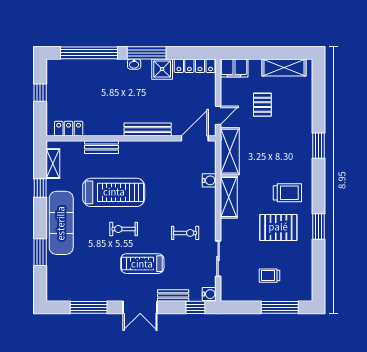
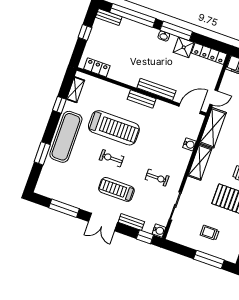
bench: (62, 65) -> (109, 17), added
bench: (101, 147) -> (142, 99), moved

